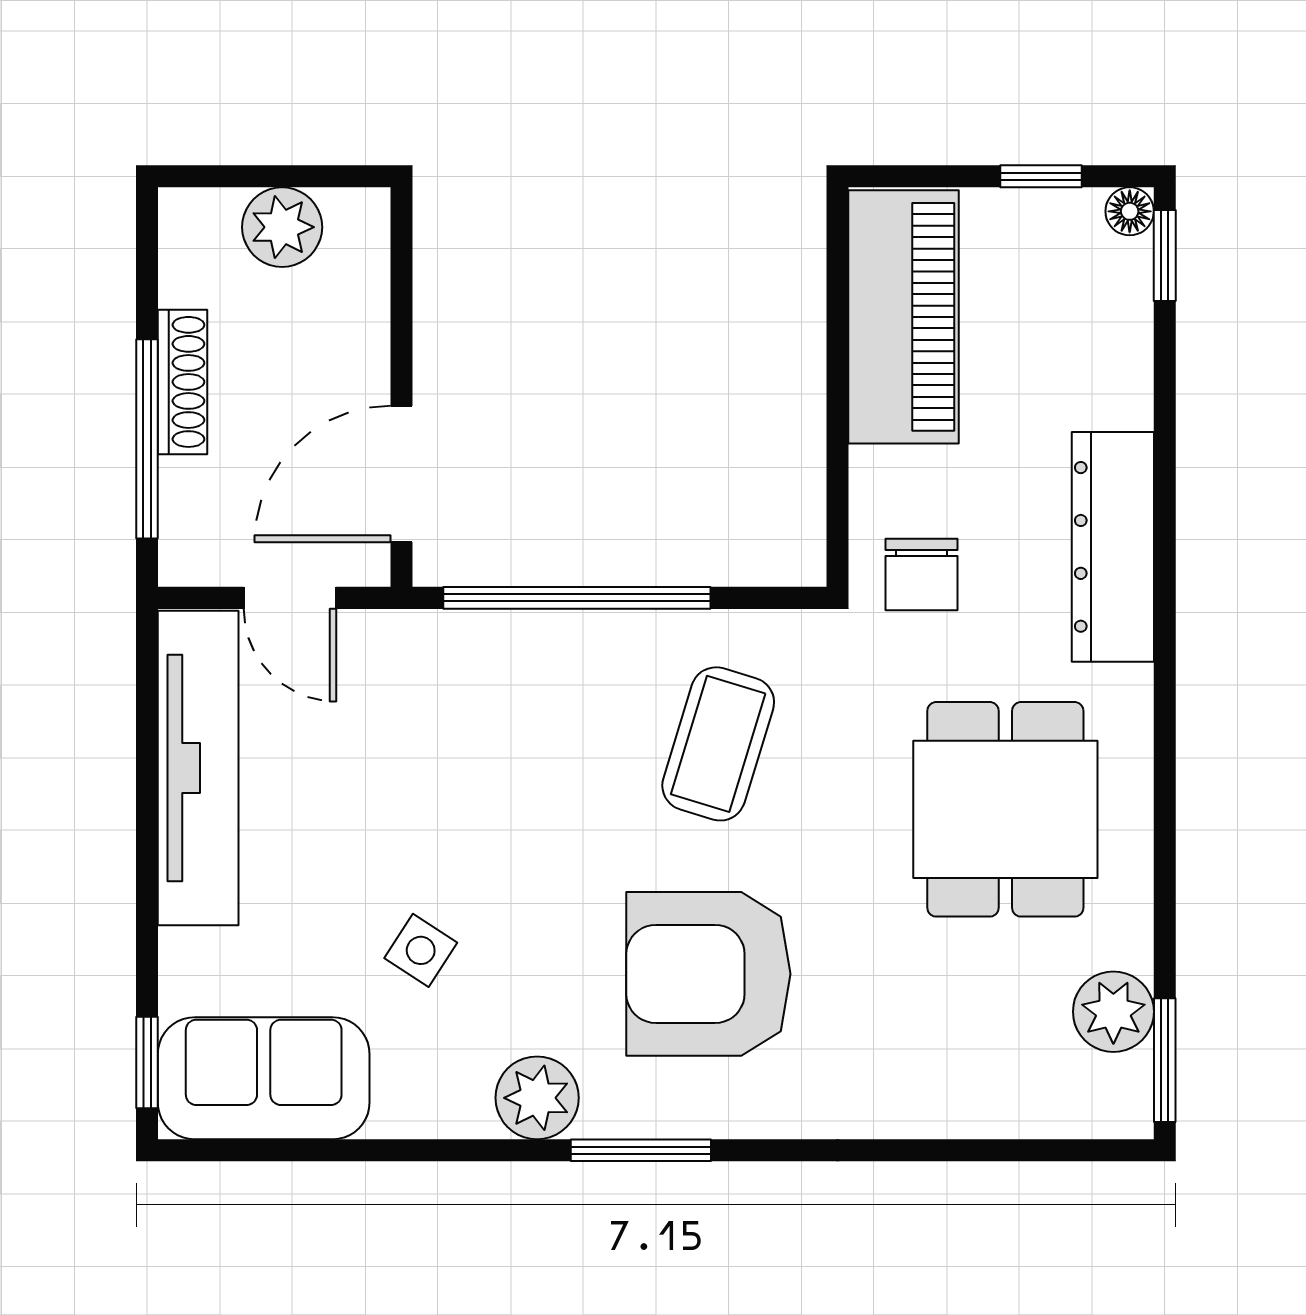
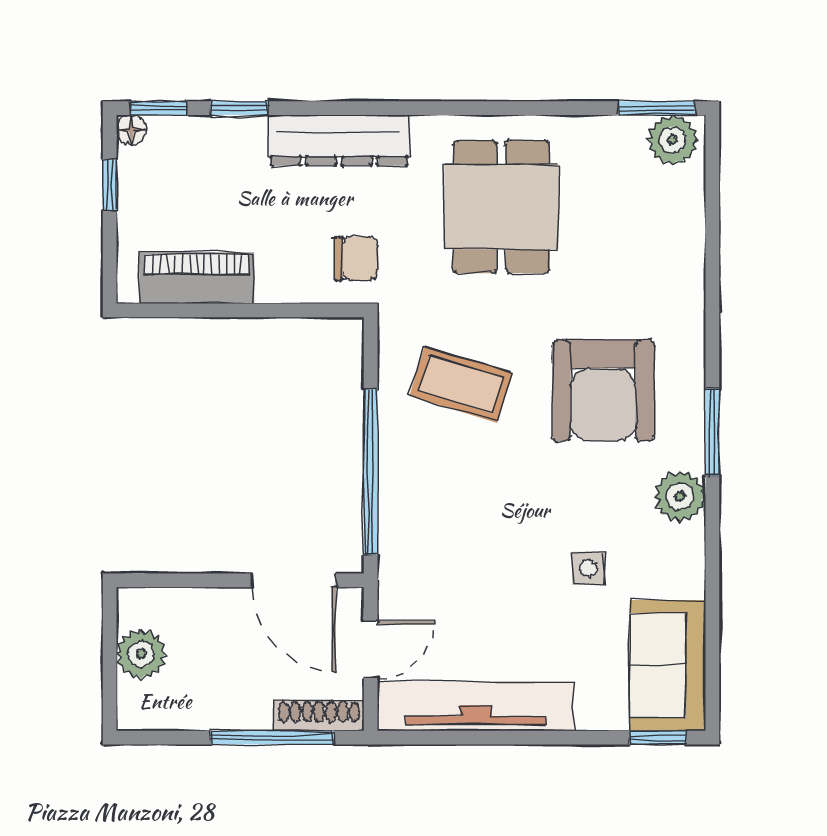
piano: (904, 317) -> (197, 278), width x0.73, depth x0.75
shoe rack: (183, 382) -> (319, 716), moved
window: (1165, 385) -> (239, 108), added
dining table: (1005, 809) -> (501, 207), turned 90
side table: (421, 950) -> (589, 568), turned -33
plant: (1113, 1012) -> (672, 140), moved

